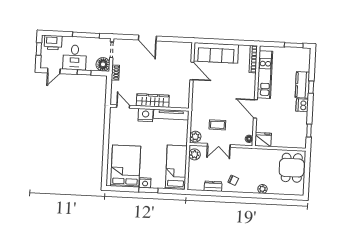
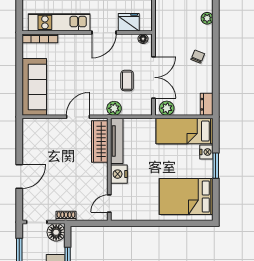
door: (192, 71) -> (78, 117), moved
wardrobe: (153, 101) -> (100, 142), moved
plant: (195, 137) -> (114, 108), moved
fridge: (263, 140) -> (129, 22), moved, turned 90
double door: (219, 145) -> (153, 77), width x1.37
nightstand: (145, 183) -> (206, 152), moved
dresser: (213, 186) -> (207, 104), moved

